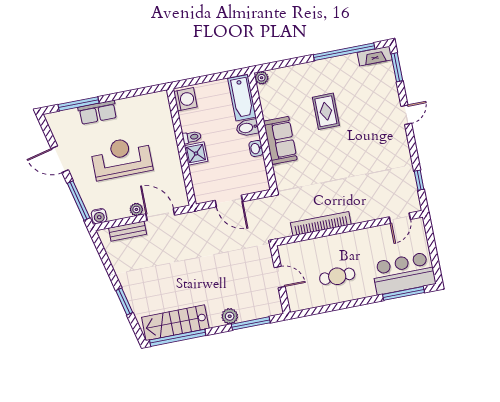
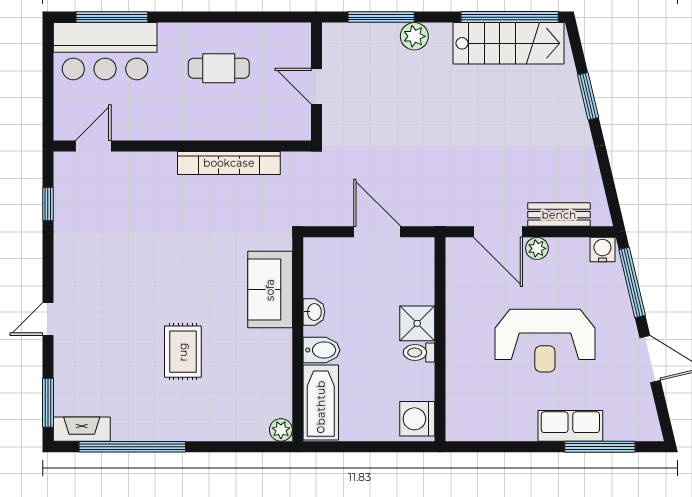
sofa: (280, 140) -> (270, 290), moved

